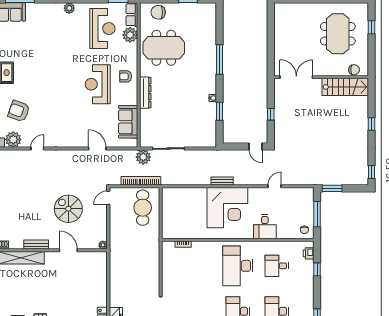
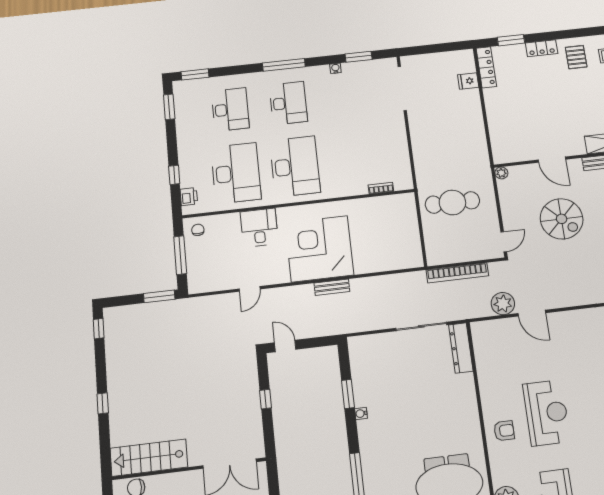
dresser: (145, 93) -> (461, 348), moved
sofa: (128, 122) -> (490, 360), removed
plant: (143, 157) -> (503, 304), moved
cafe table: (143, 208) -> (452, 202), moved, turned 90
desk: (277, 266) -> (236, 173), width x1.87, depth x1.30

